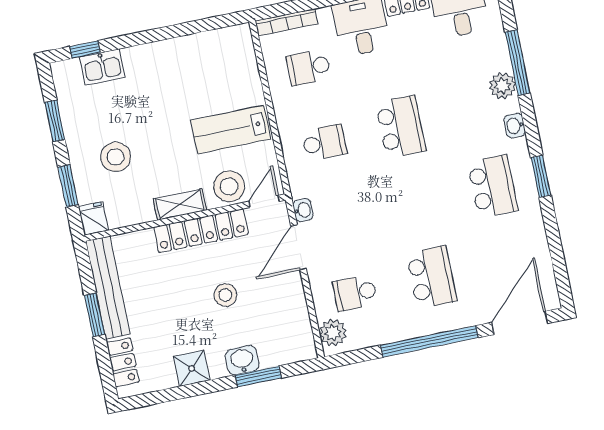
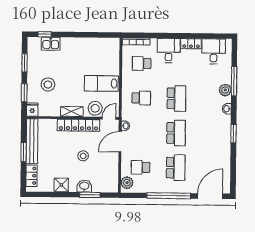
school desk: (493, 186) -> (176, 133), moved

